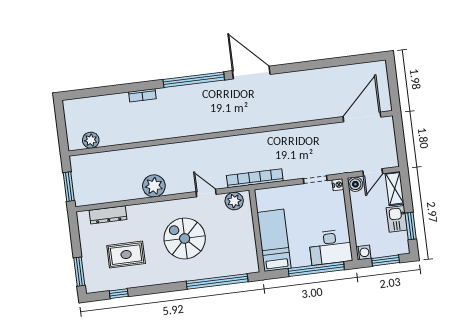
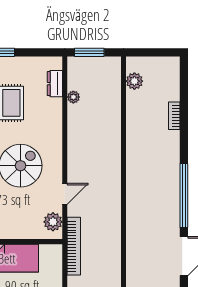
bookcase: (142, 95) -> (174, 116), moved
plant: (154, 186) -> (73, 97), moved, width x0.53, depth x0.53
dresser: (108, 215) -> (55, 84), width x0.70

